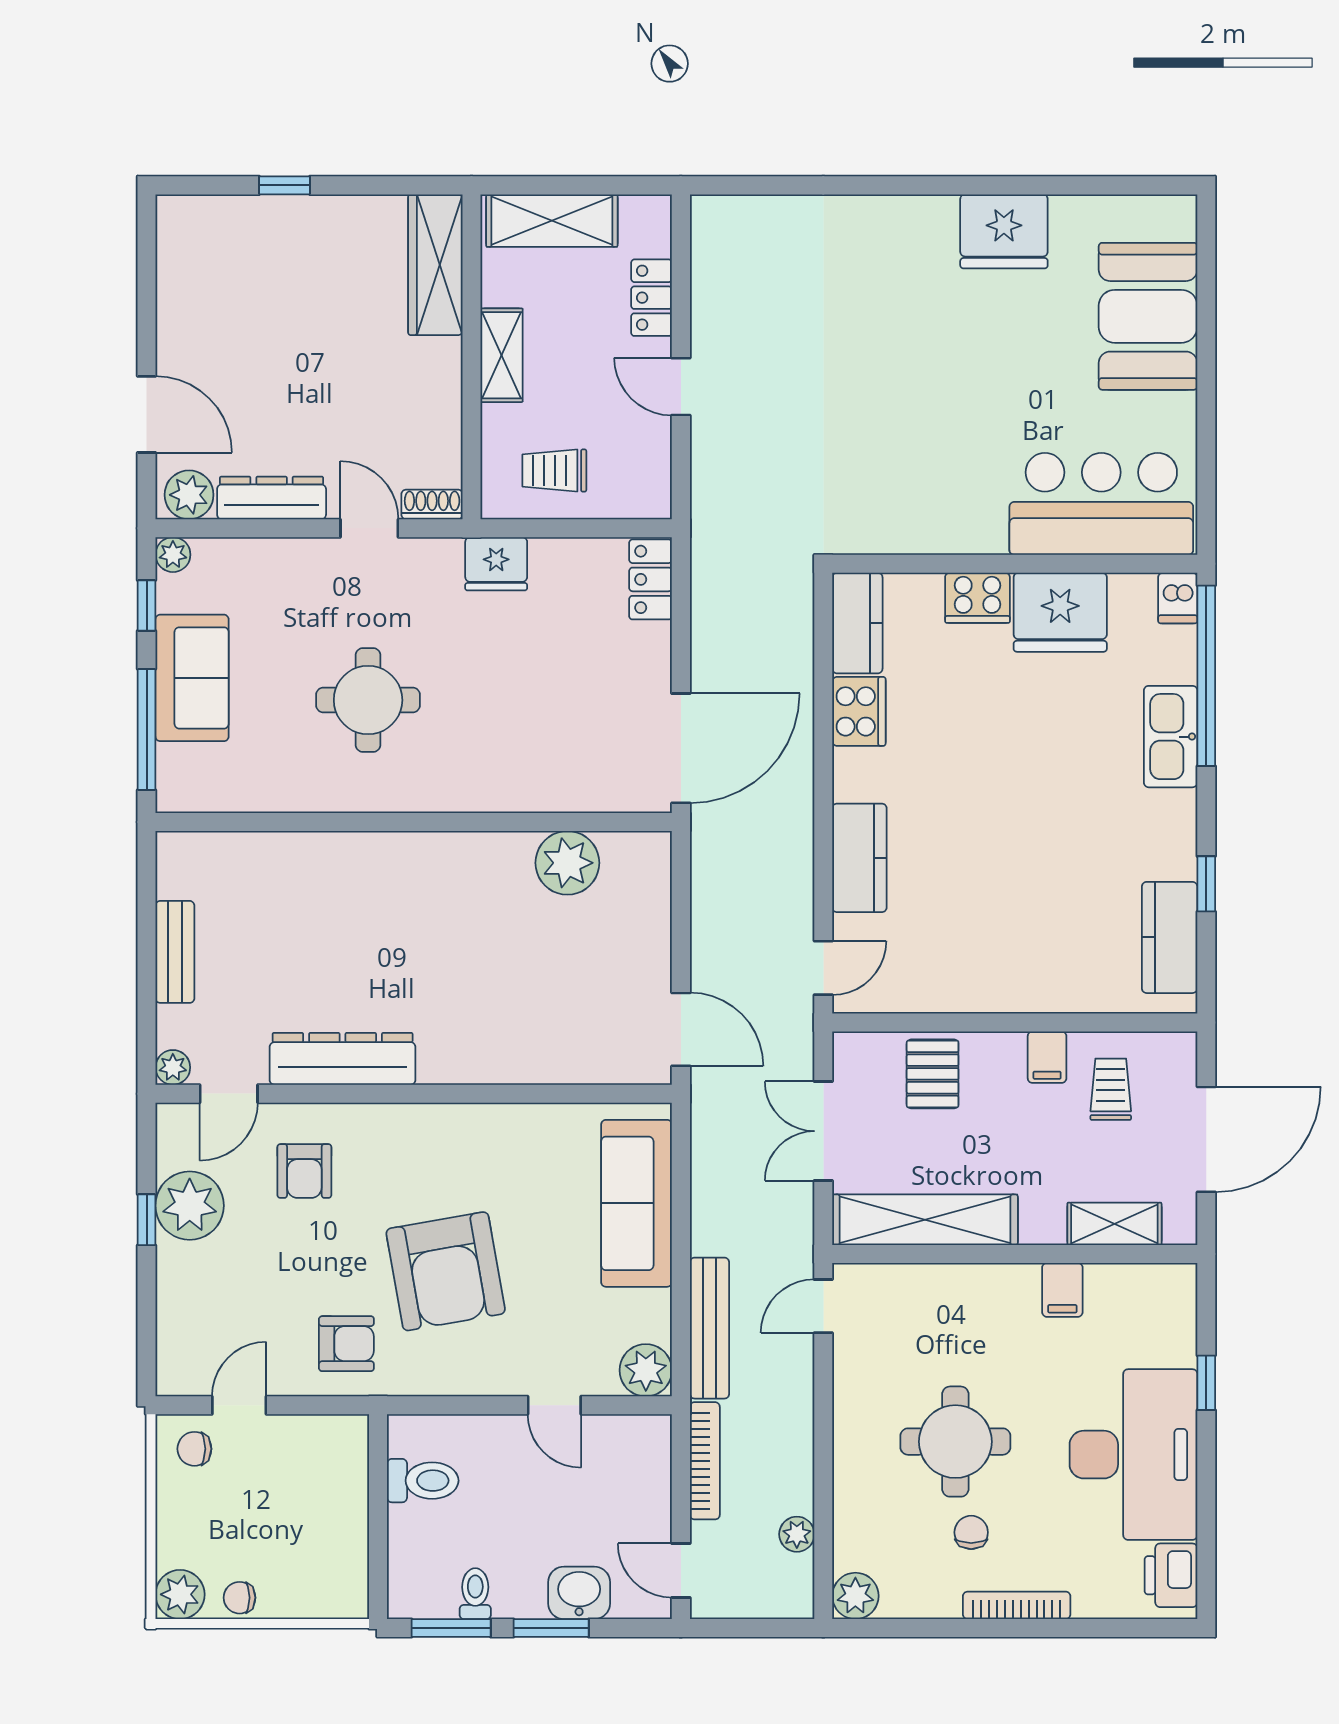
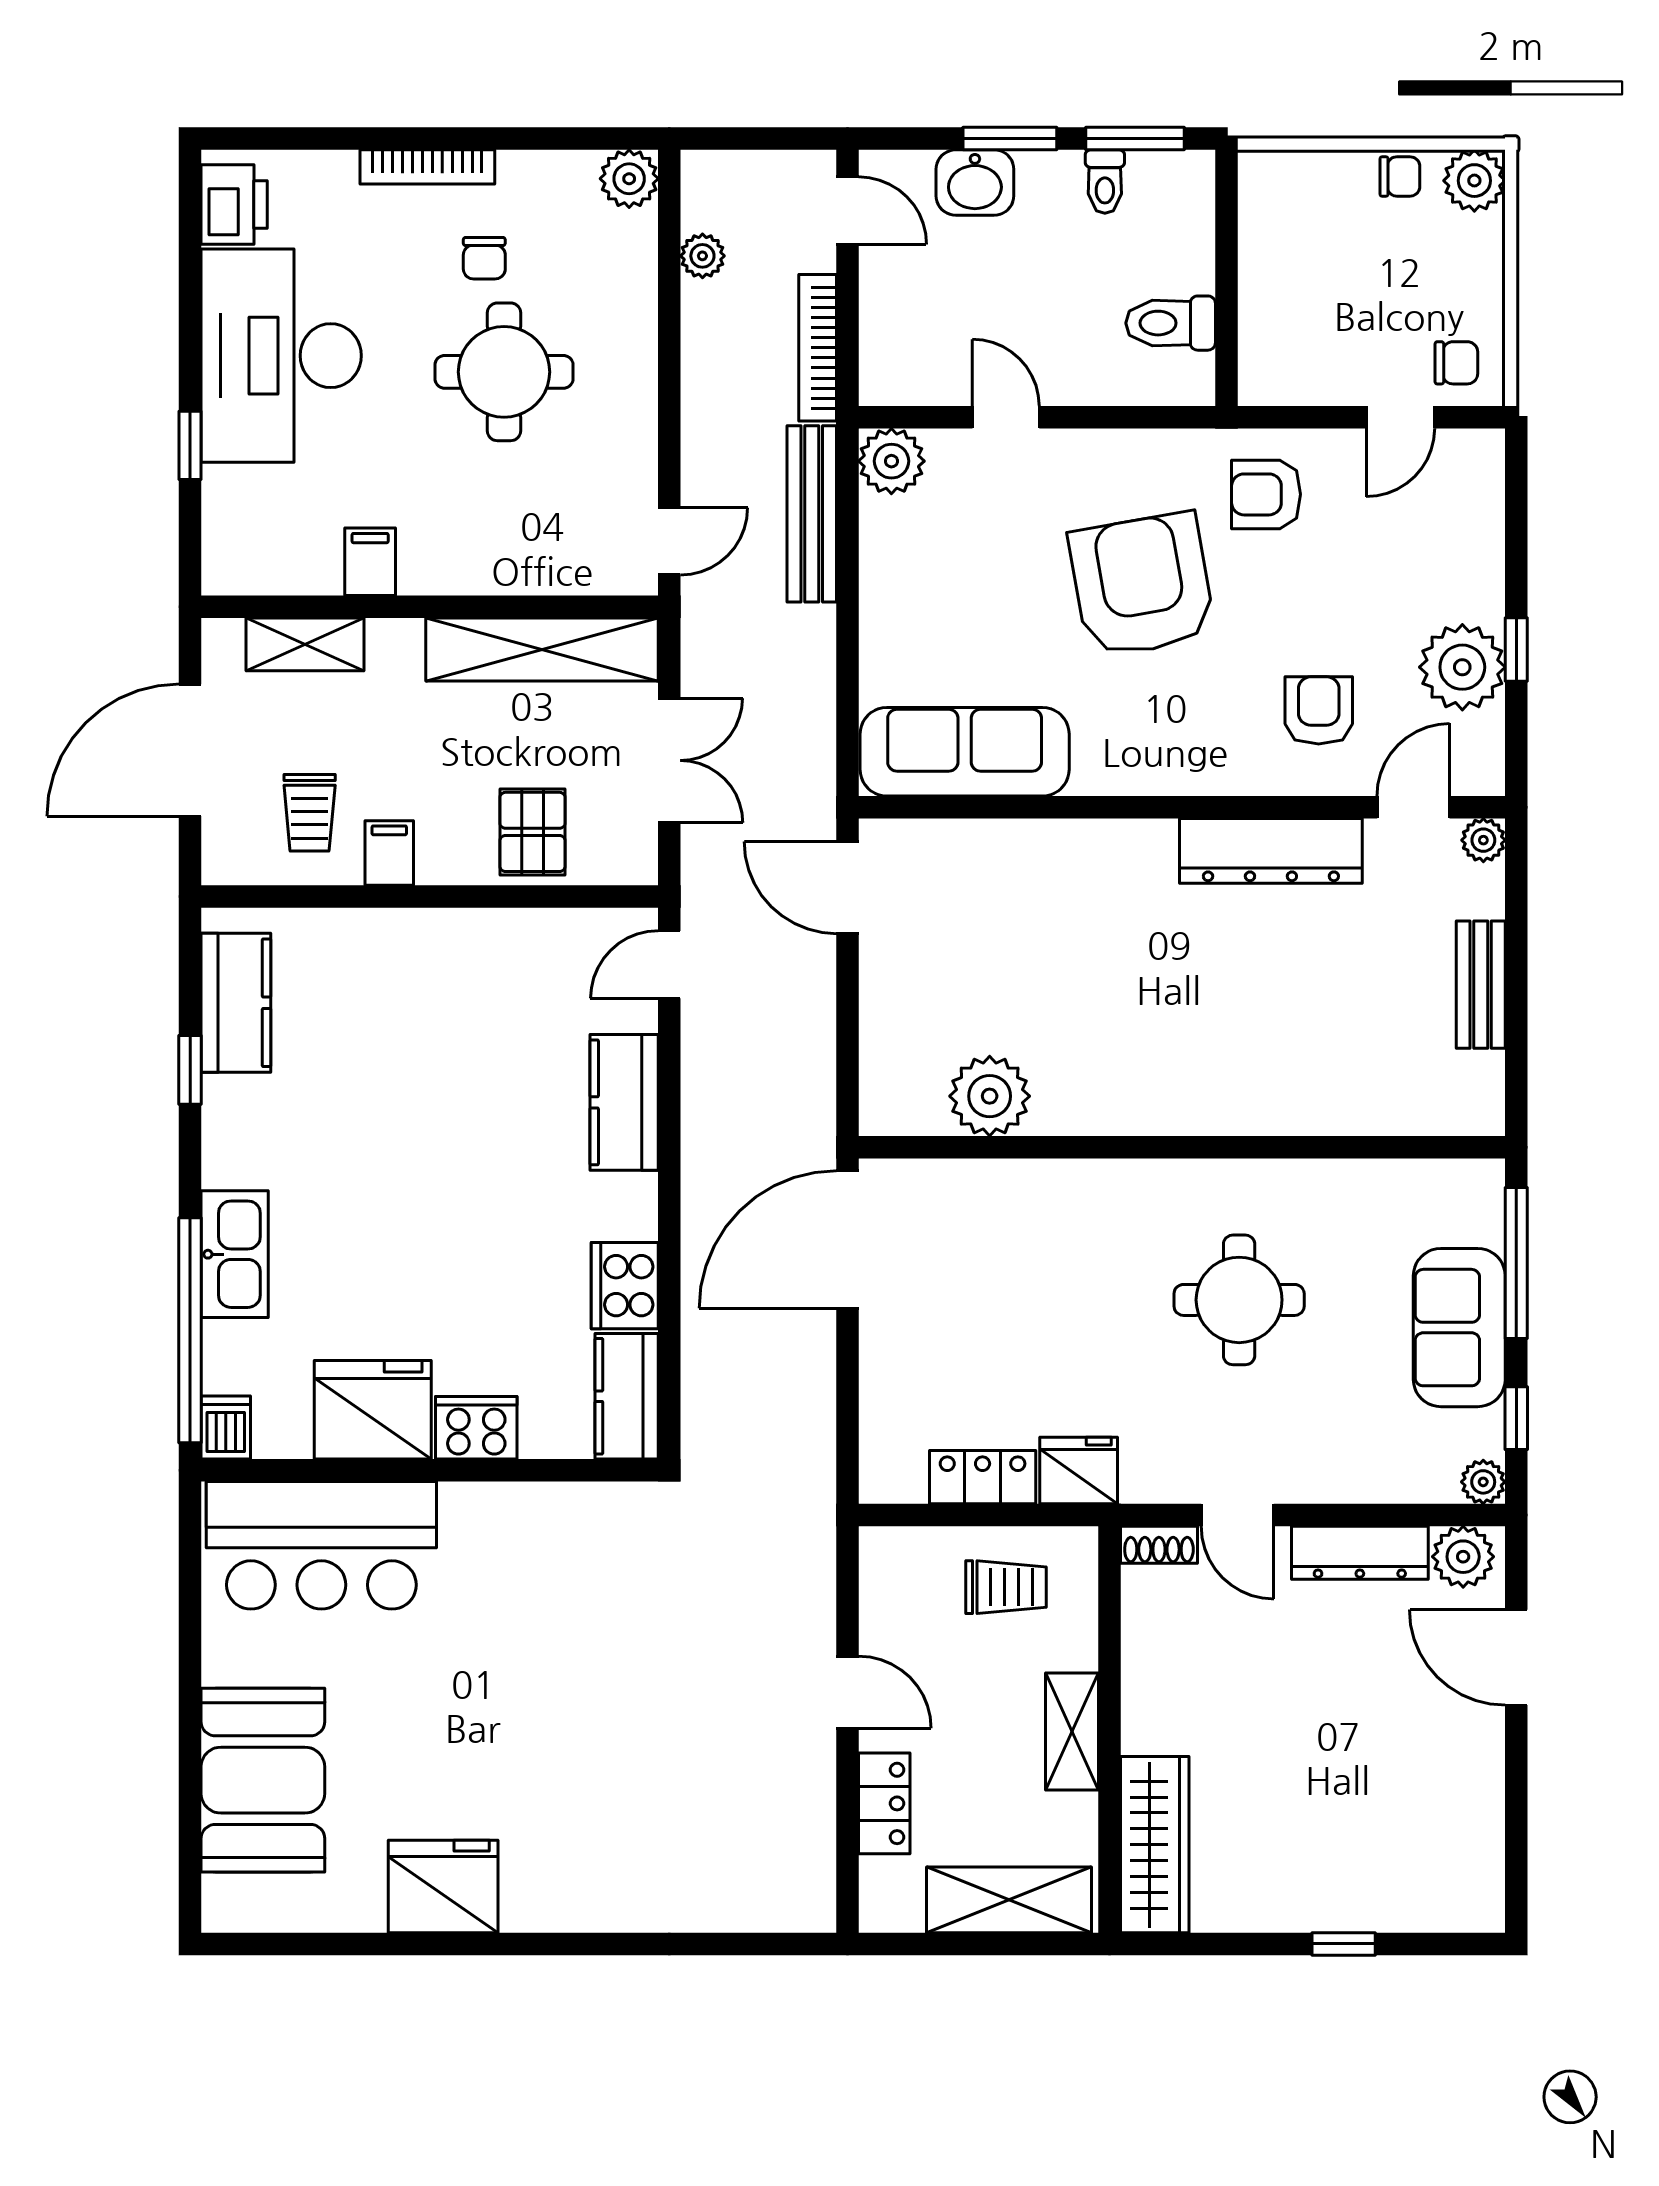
locker: (651, 579) -> (983, 1477), moved, turned -90
sofa: (636, 1203) -> (965, 752), moved, turned -90

